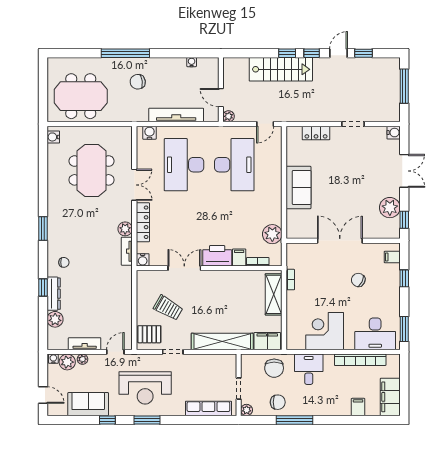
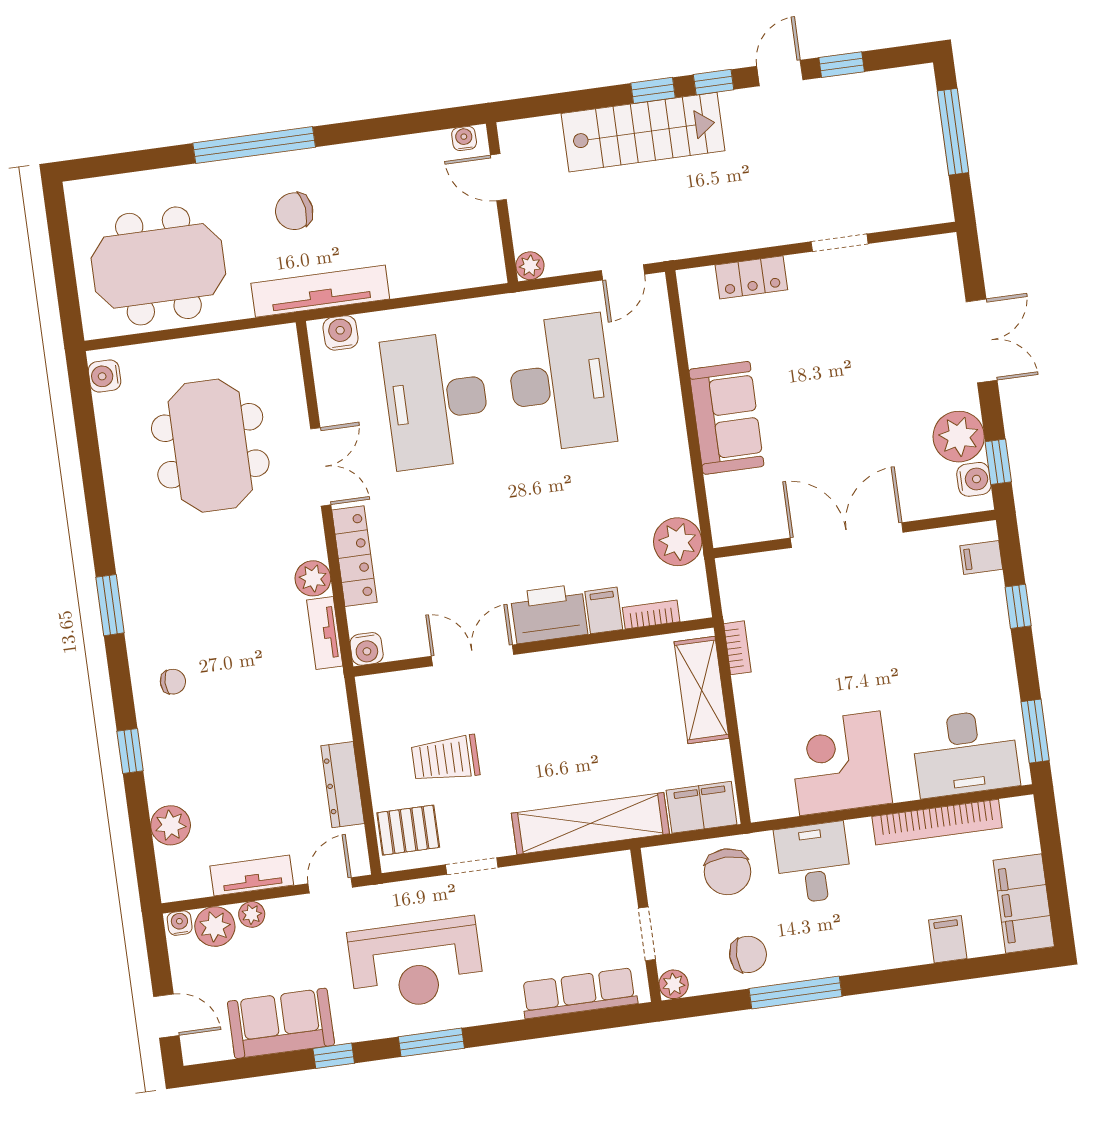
water cooler: (192, 62) -> (464, 138), moved
door: (221, 98) -> (498, 177), moved
tv unit: (176, 115) -> (320, 291), moved
water cooler: (394, 133) -> (974, 479), moved
chair: (358, 280) -> (905, 626), removed
dresser: (54, 294) -> (343, 785), moved, turned 180
trolley: (168, 308) -> (446, 759), turned 150

